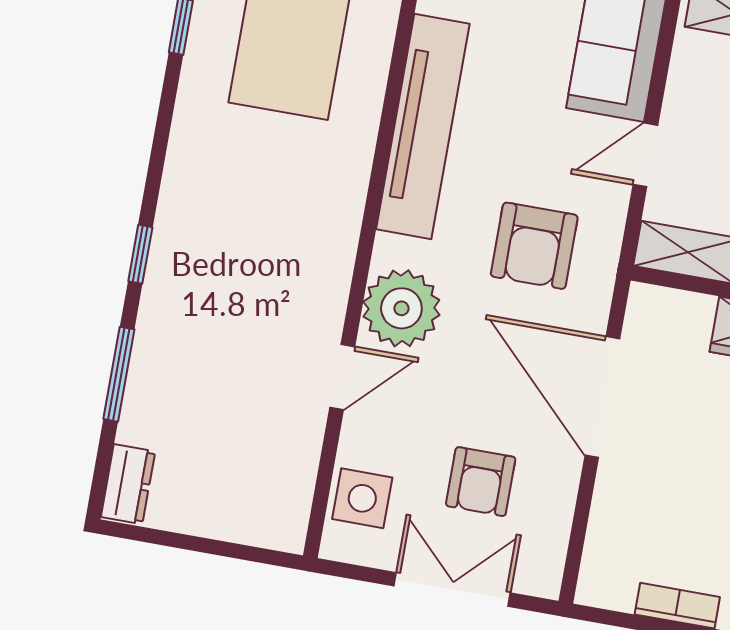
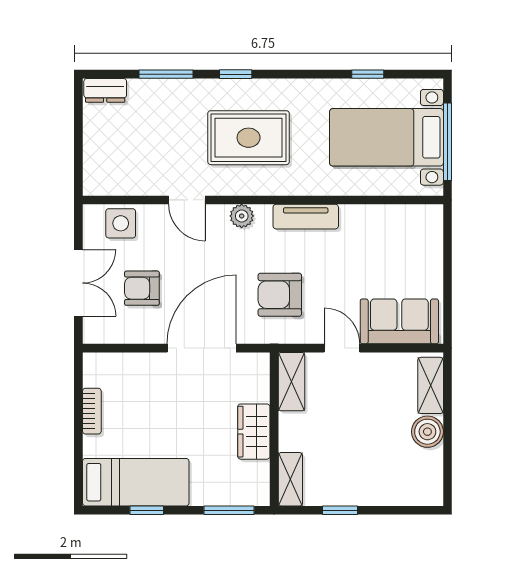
tv unit: (423, 127) -> (306, 217), width x0.52, depth x0.78
rug: (254, 251) -> (249, 138), added
plant: (401, 308) -> (242, 216), width x0.53, depth x0.53

